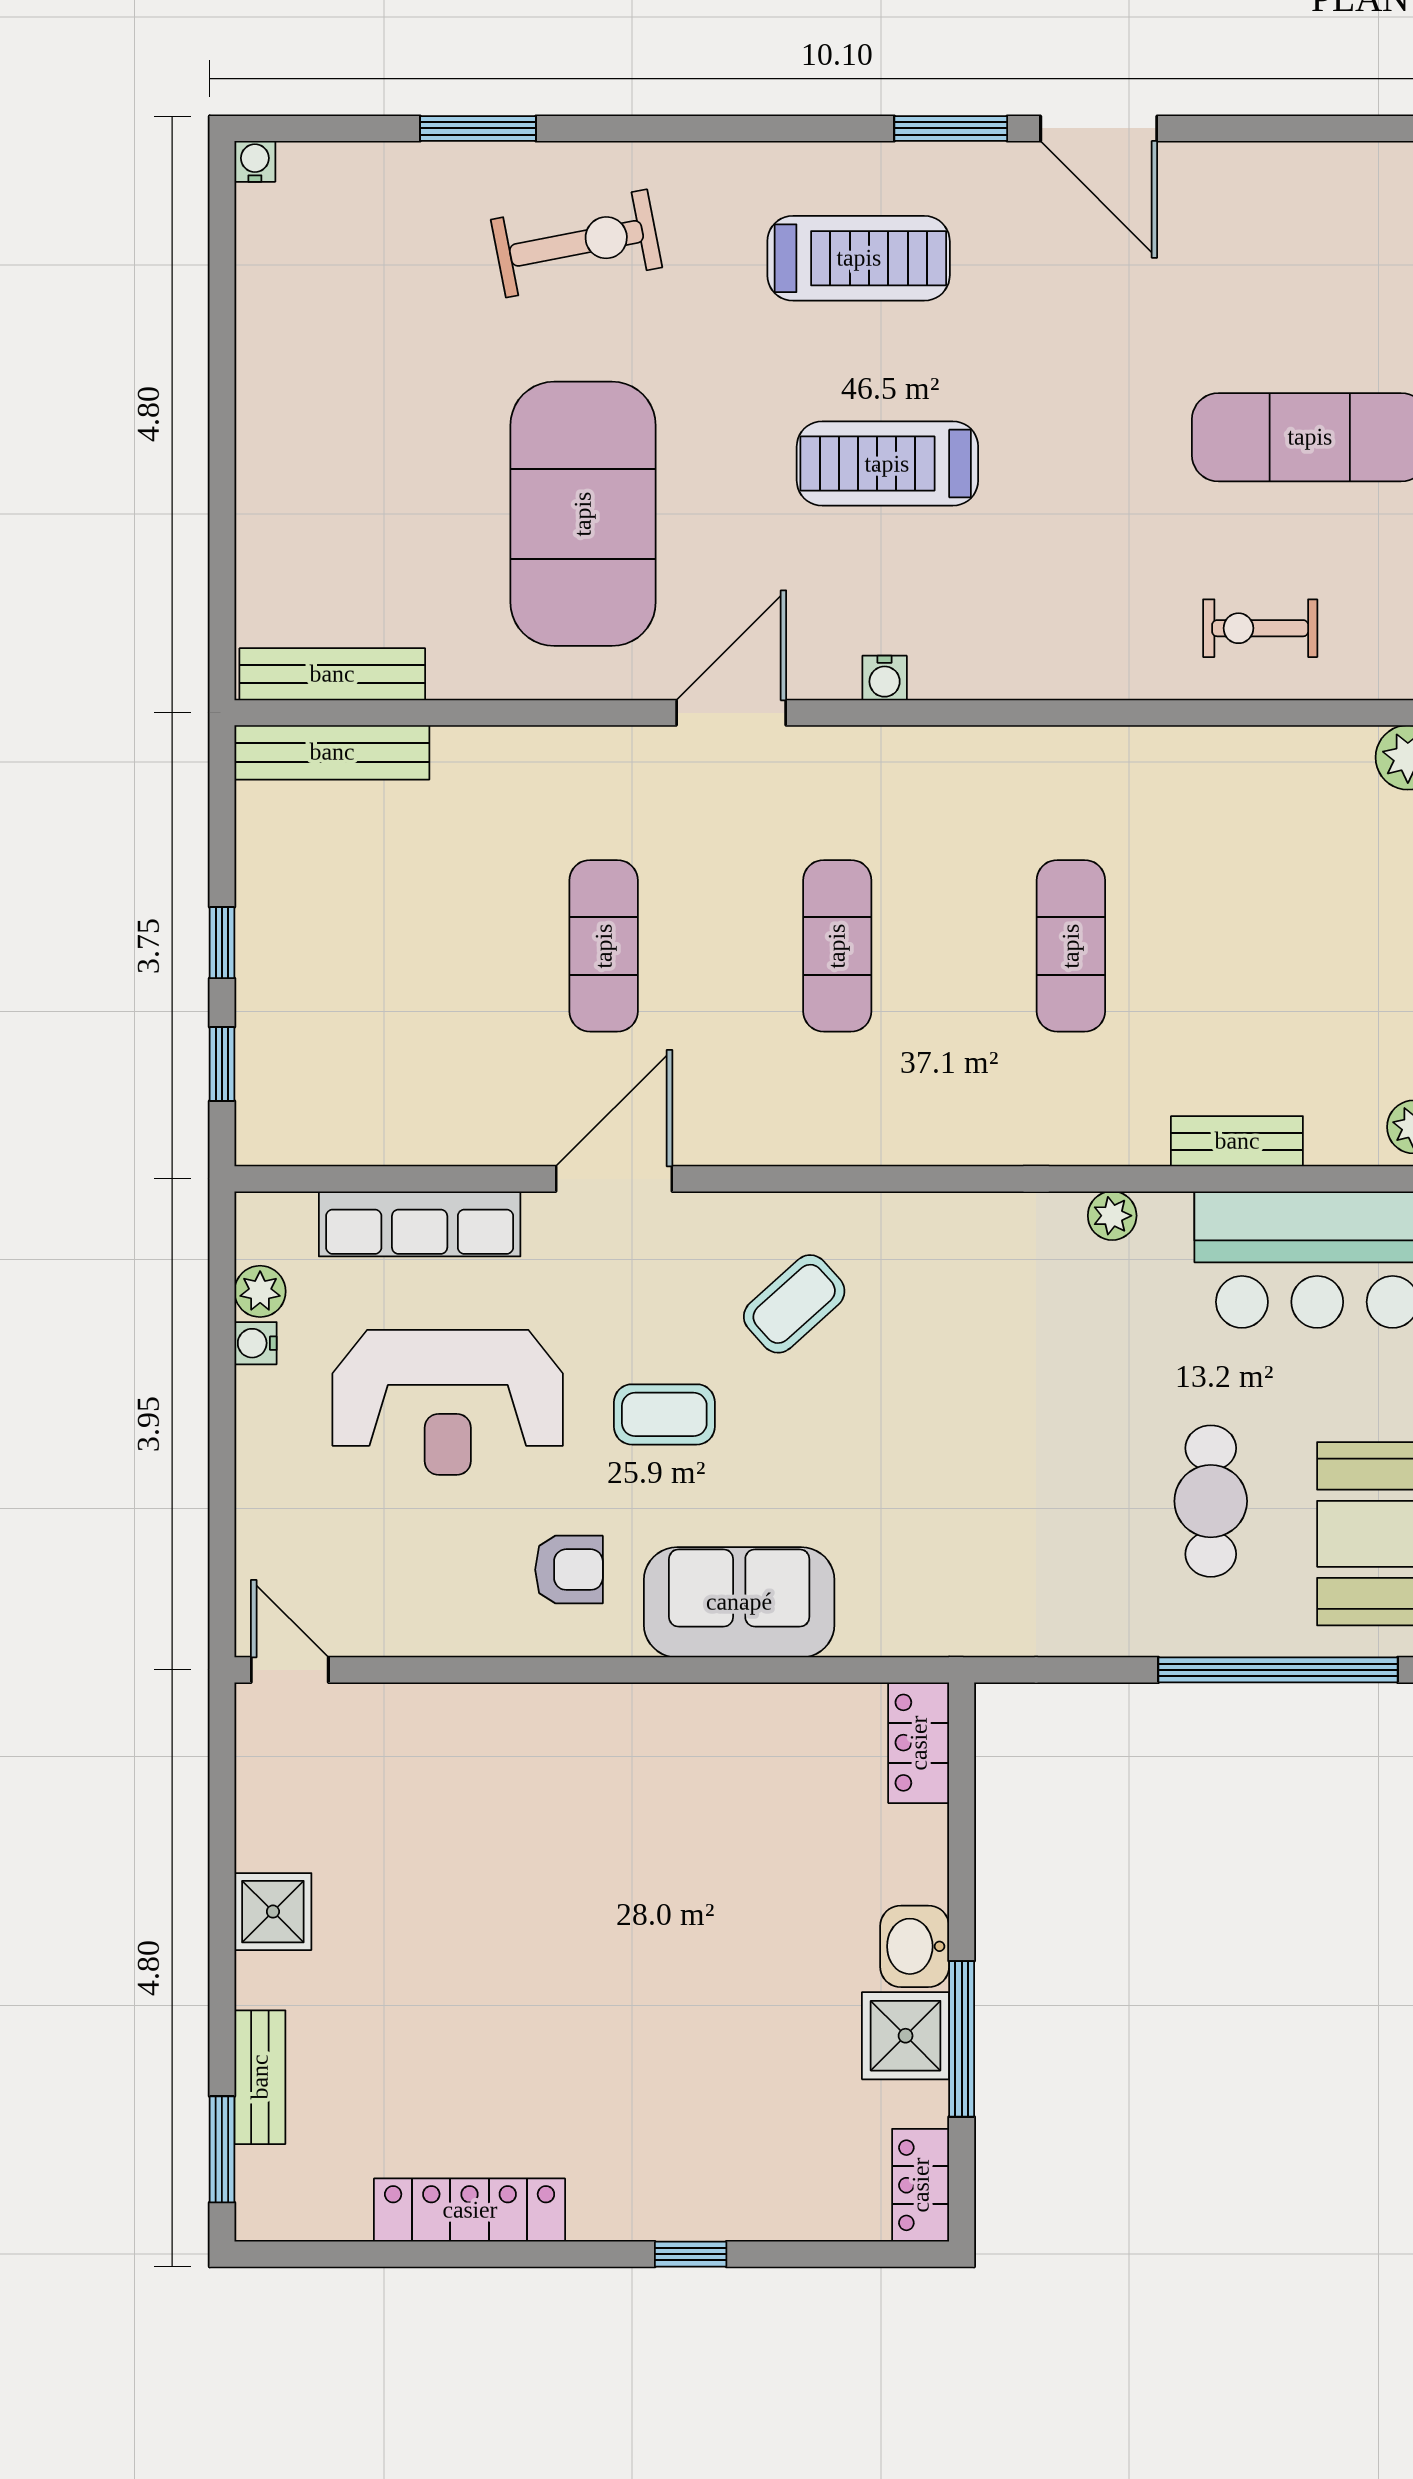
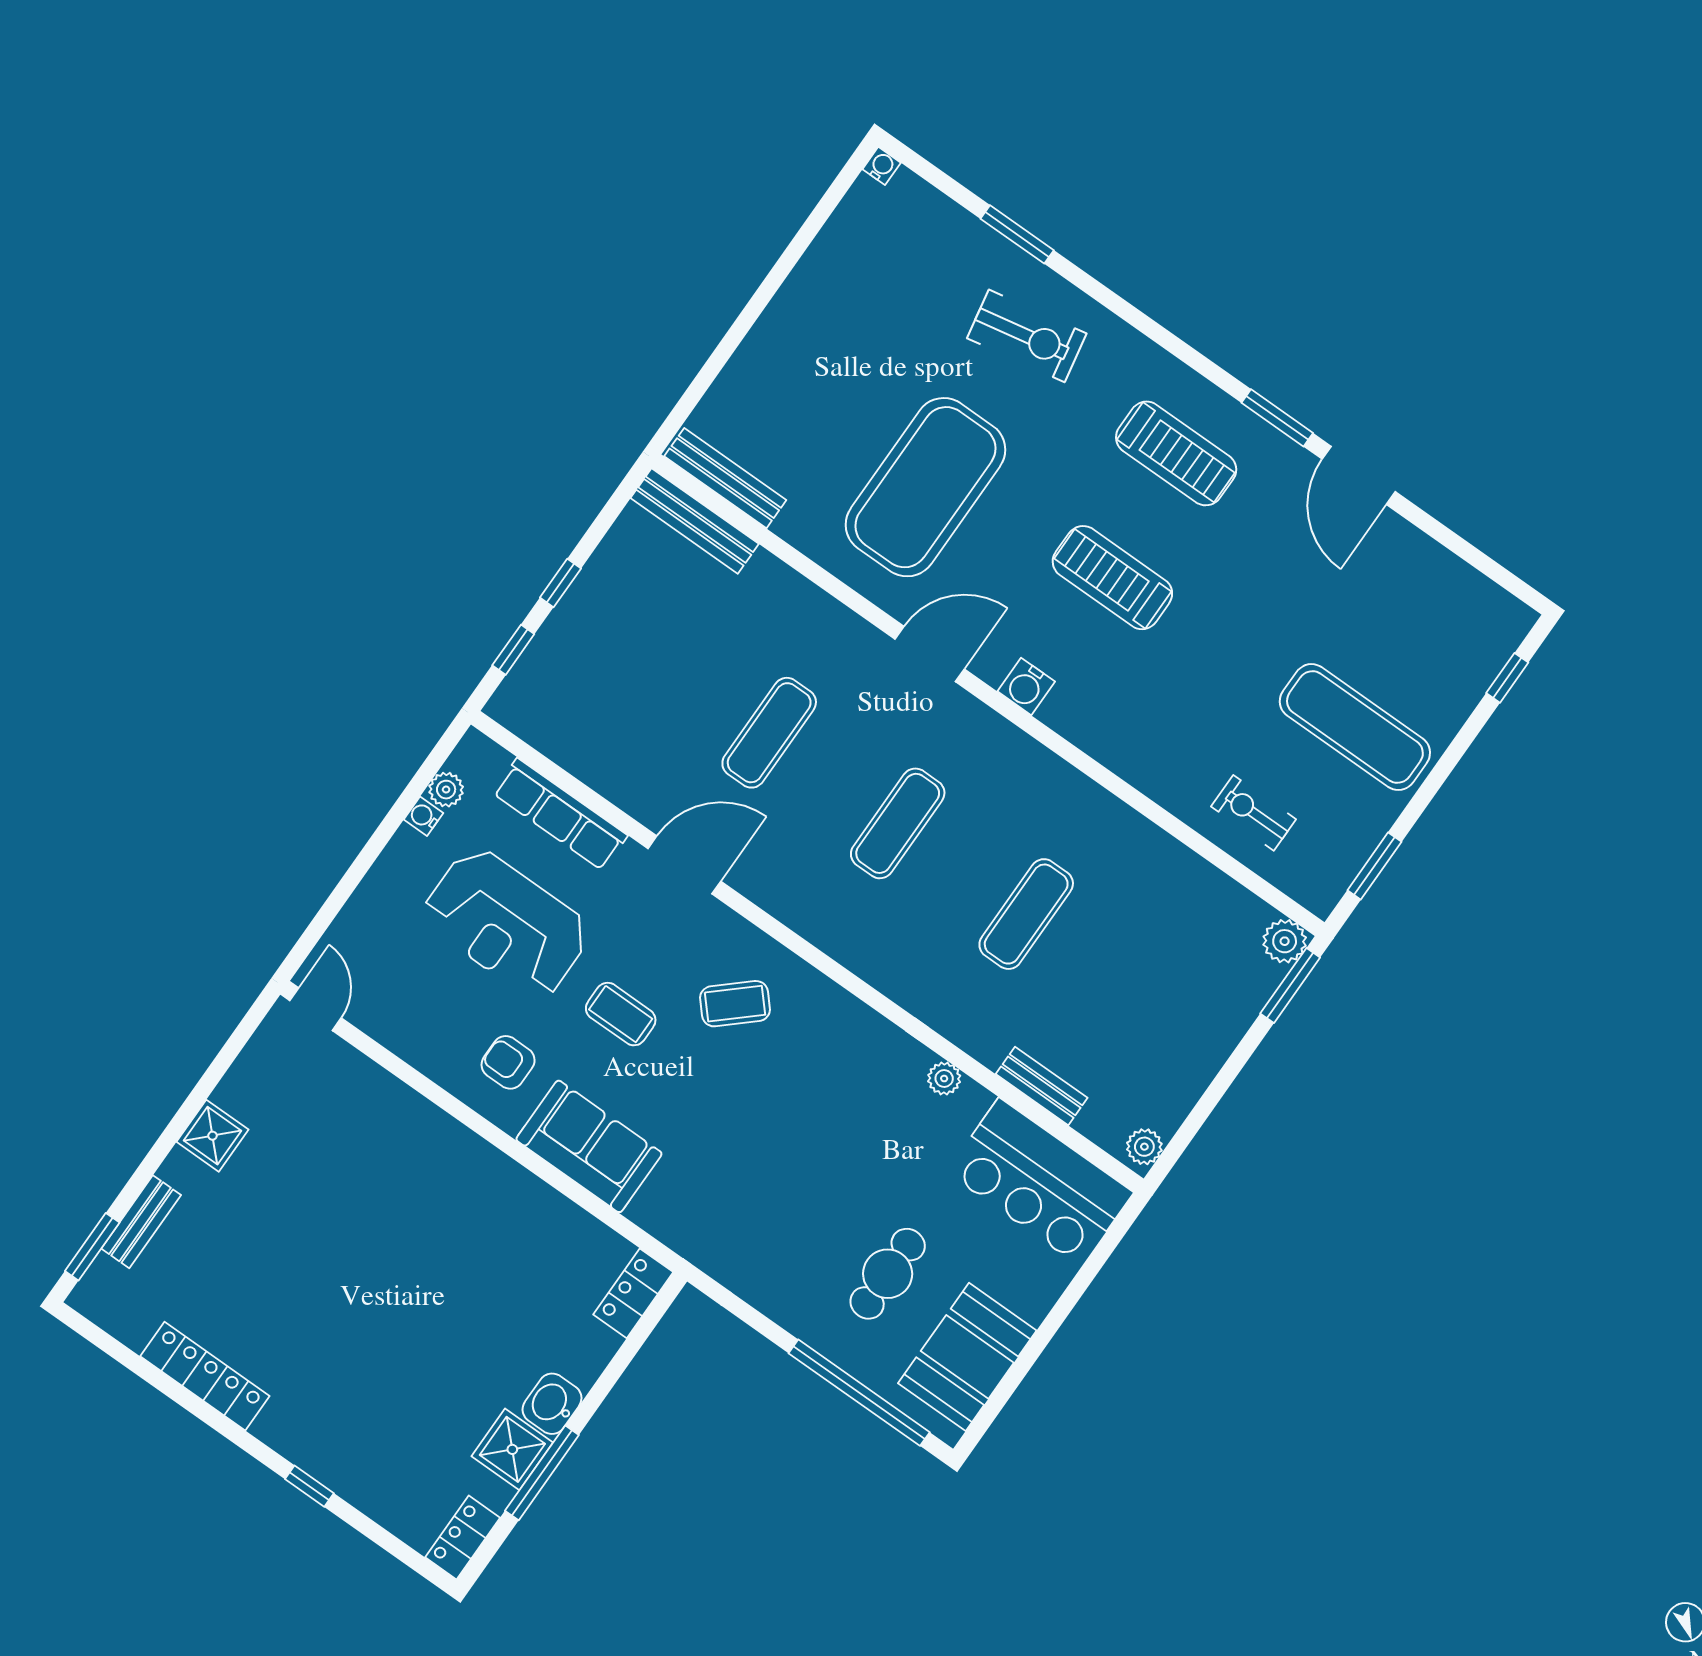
water cooler: (885, 678) -> (1026, 686), width x1.38, depth x1.38
armchair: (569, 1570) -> (508, 1062), turned 180

